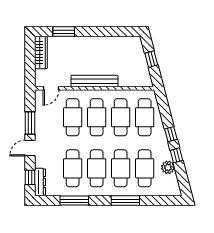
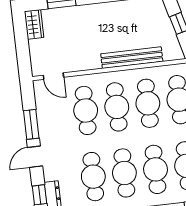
wardrobe: (41, 53) -> (34, 24), width x0.67
bench: (95, 81) -> (132, 58), moved
door: (51, 88) -> (53, 76), hinge flipped

